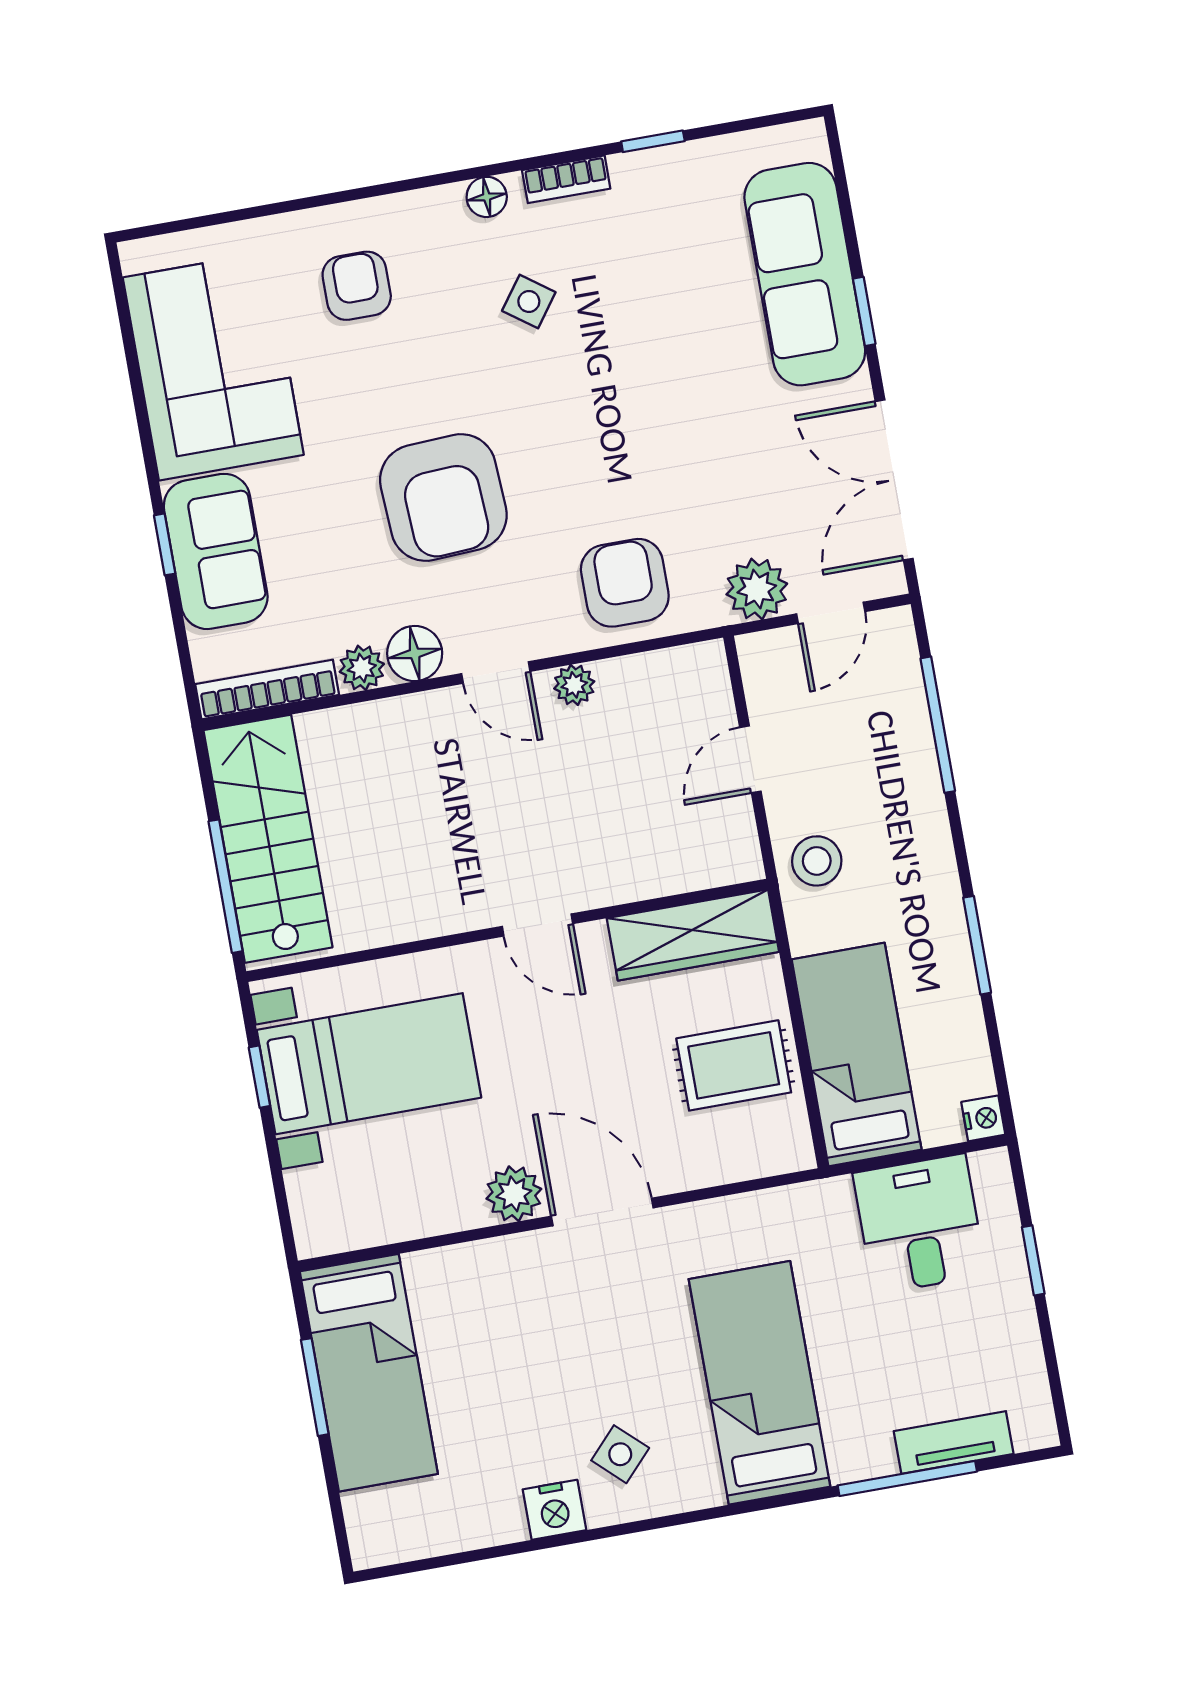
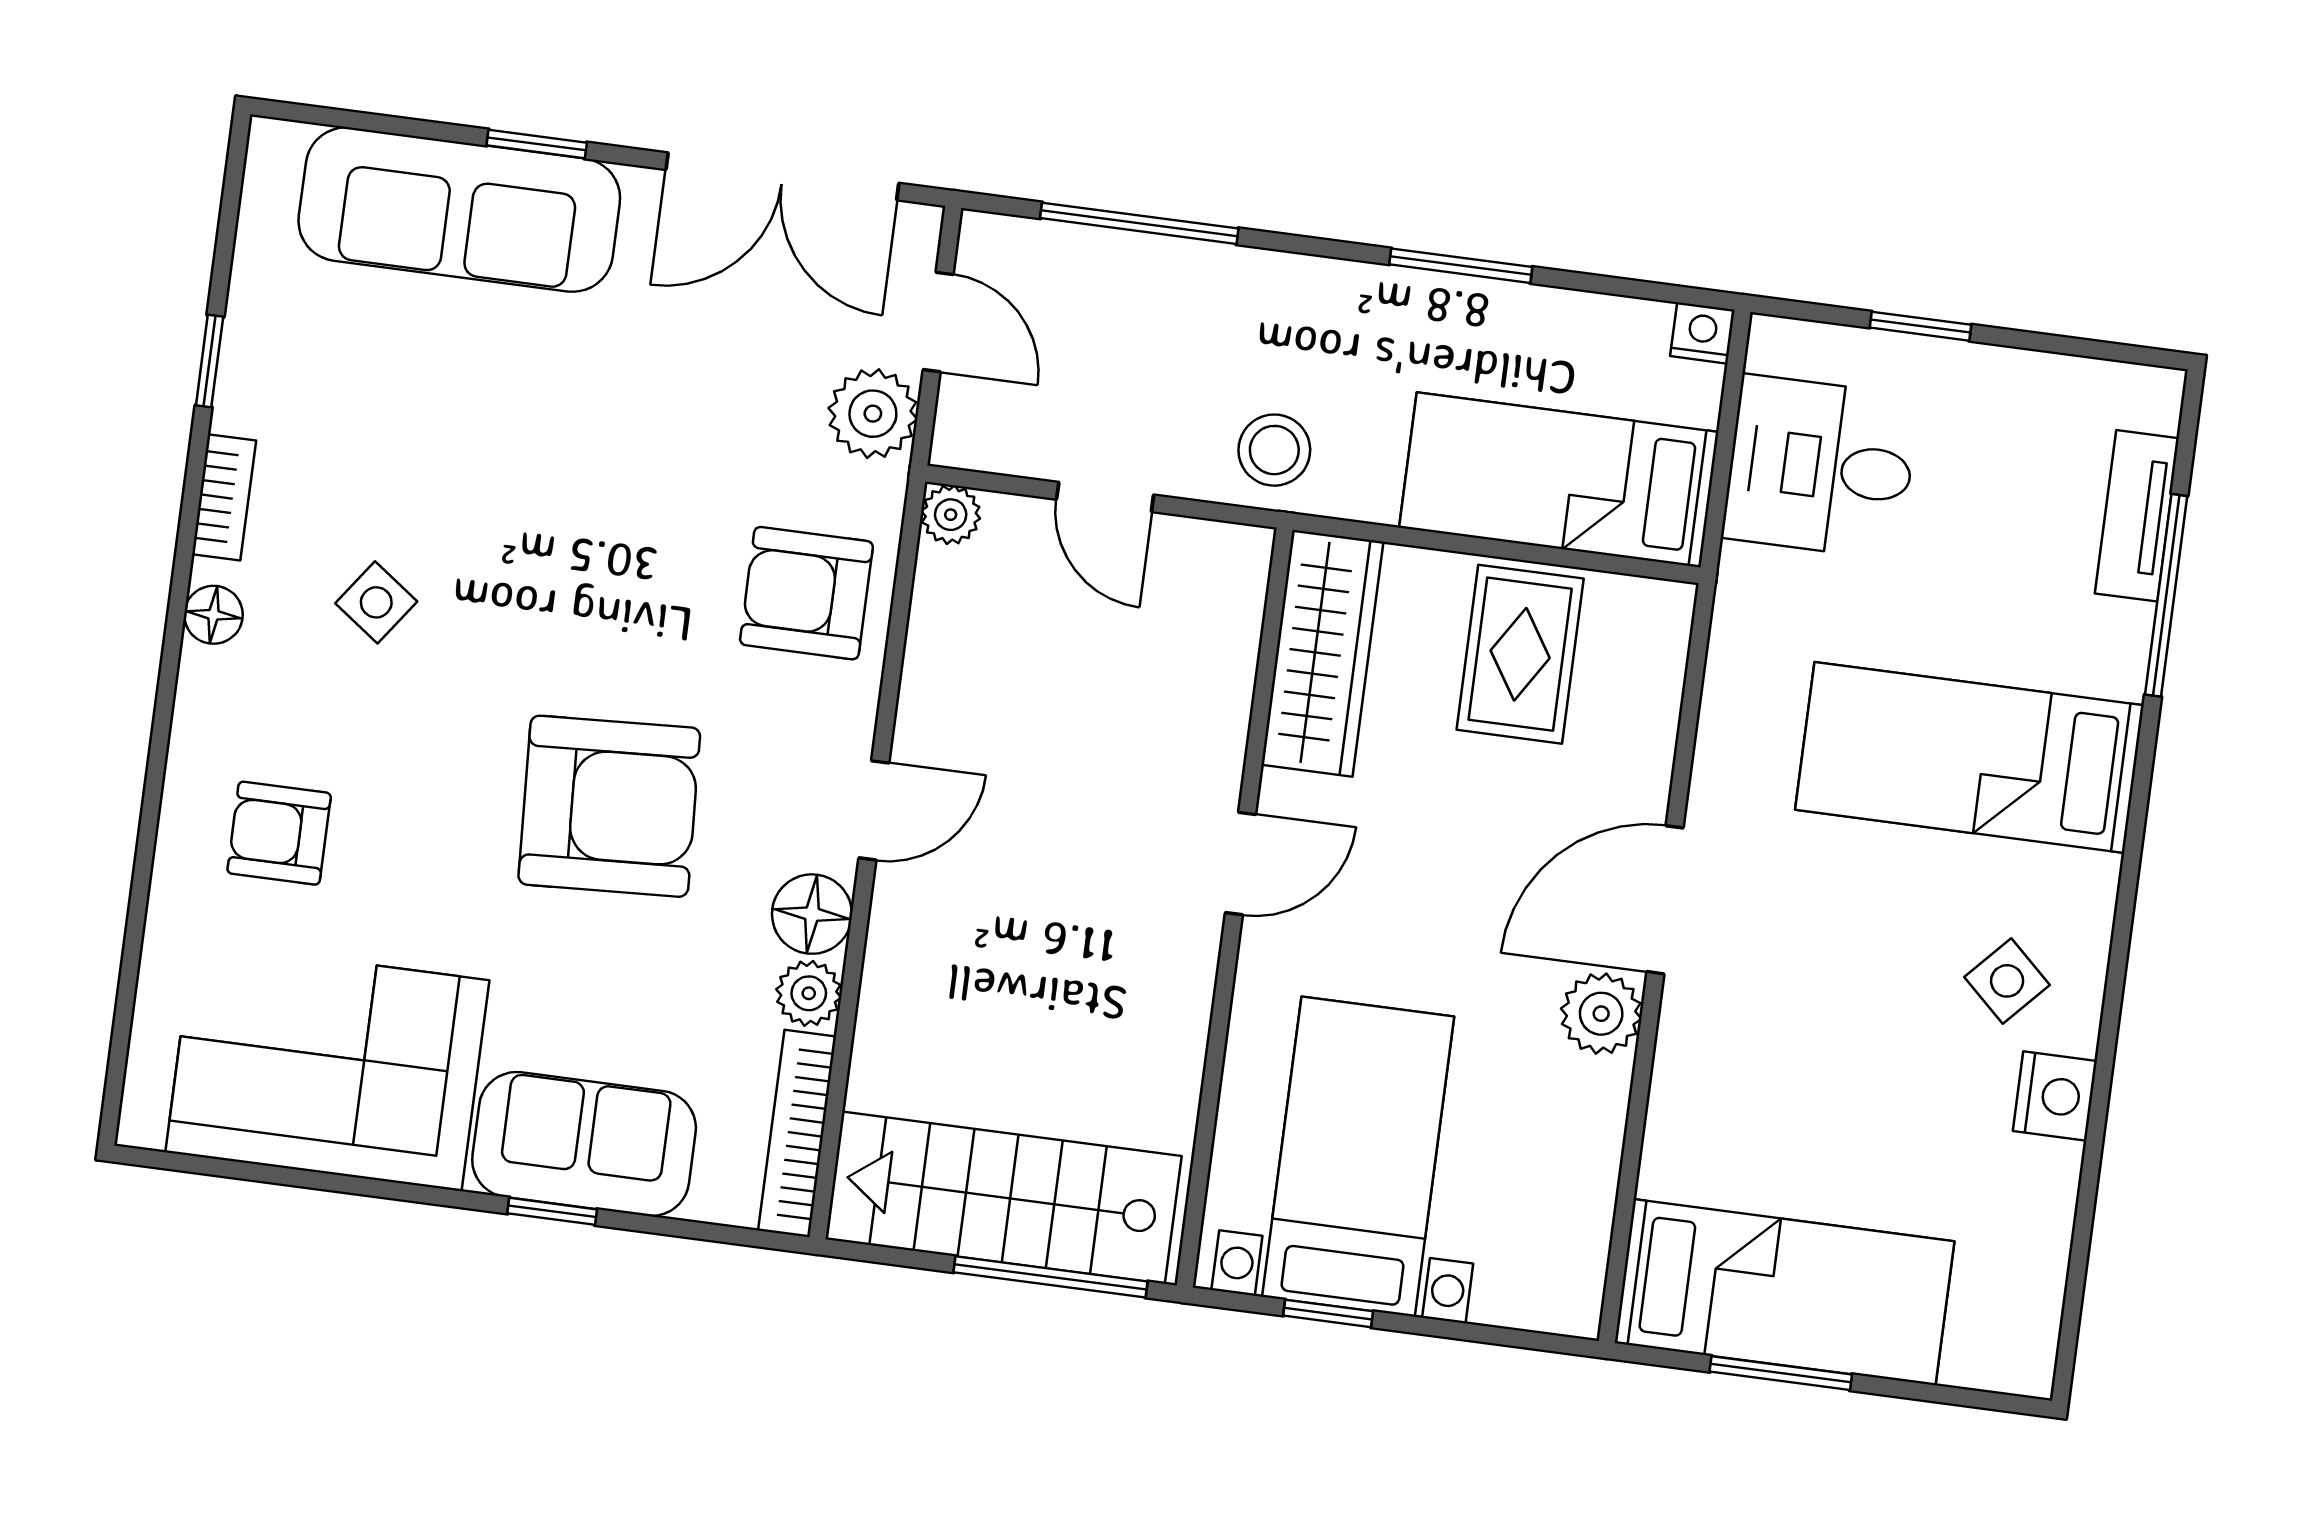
plant: (574, 685) -> (951, 515), moved

